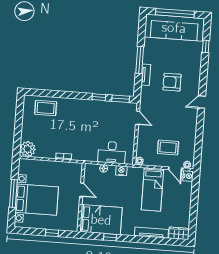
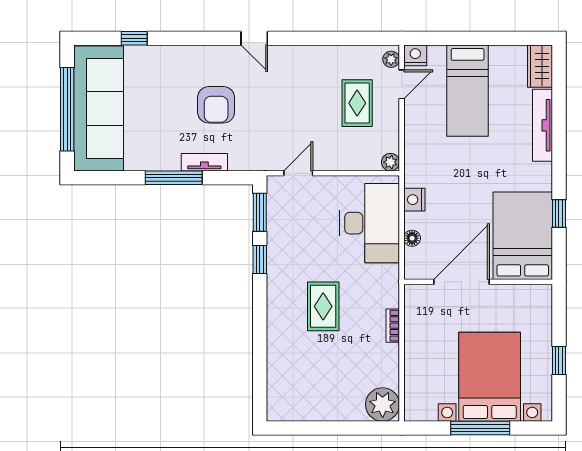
rug: (46, 108) -> (323, 306), moved
desk: (112, 152) -> (370, 223), width x1.36, depth x1.30
bed: (152, 189) -> (468, 91), moved, turned 90
door: (82, 190) -> (461, 282), width x1.87
window: (52, 233) -> (559, 360), moved

